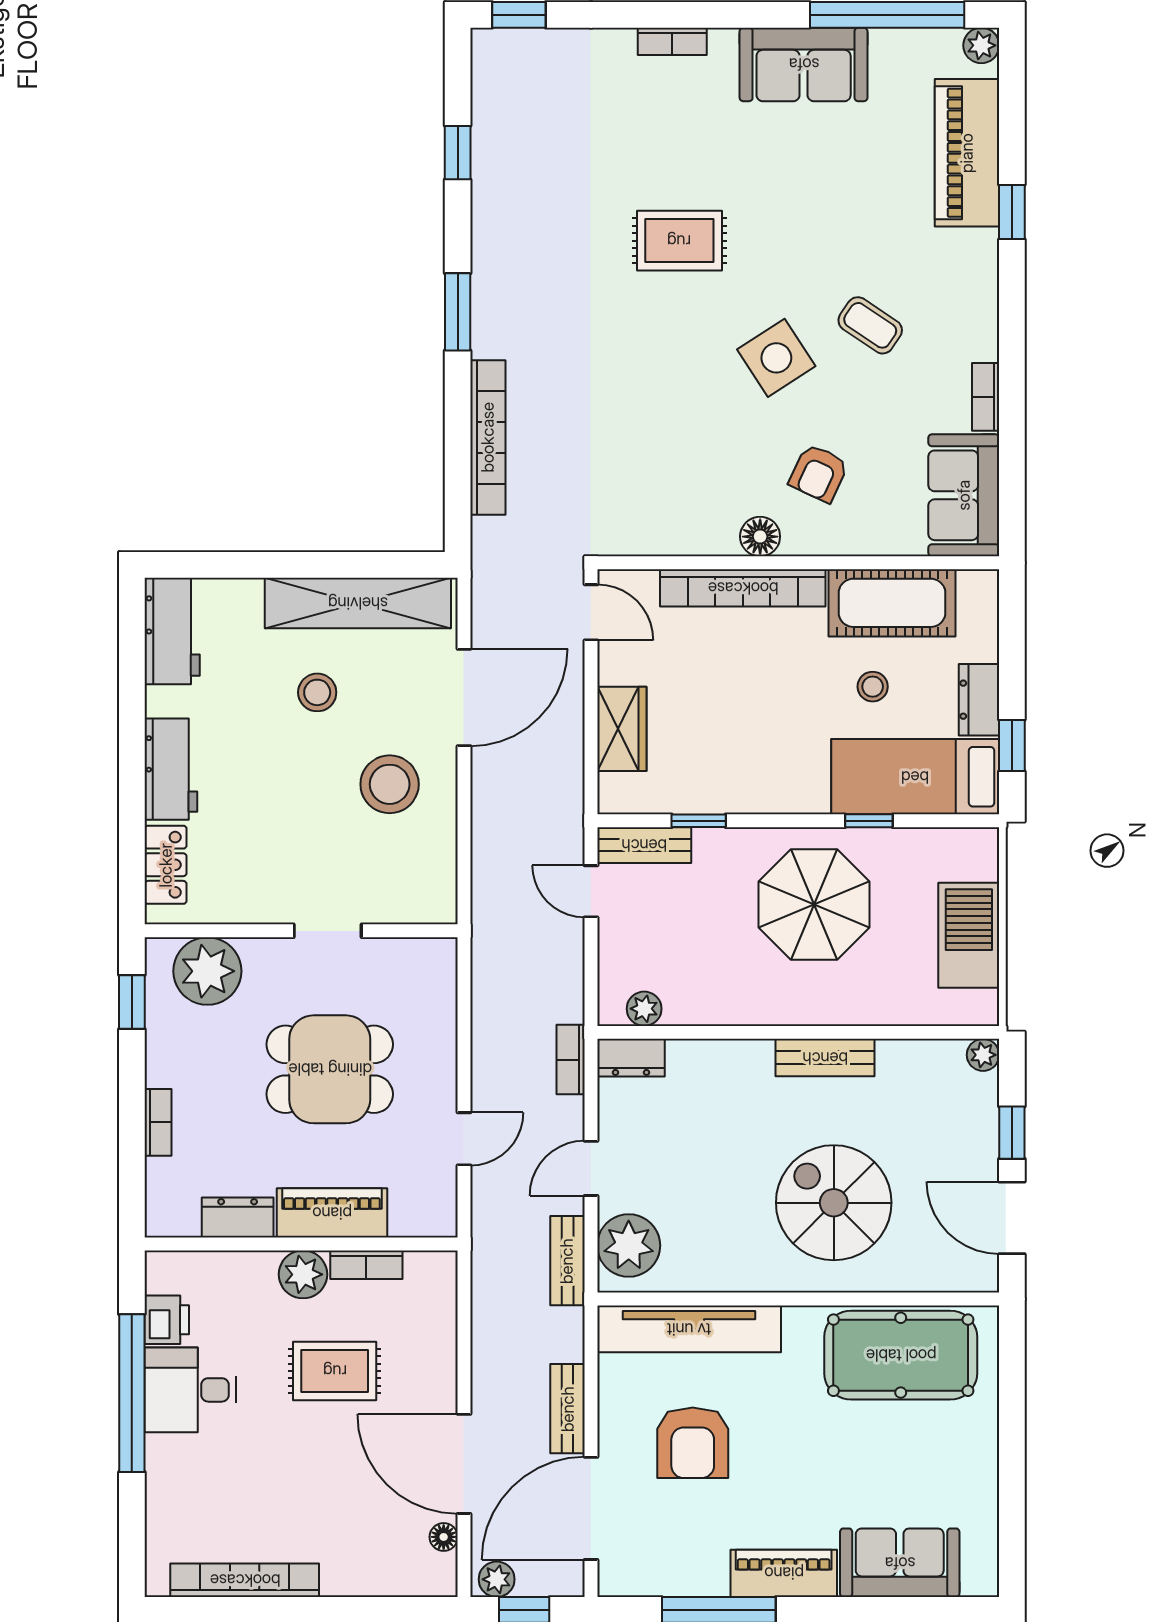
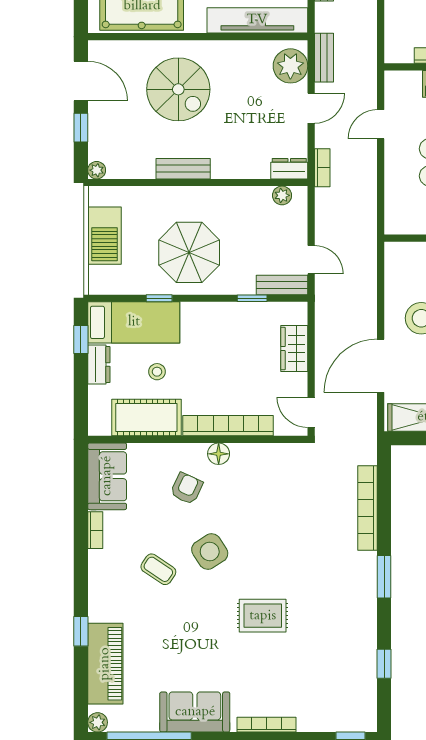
bookcase: (672, 41) -> (267, 725), width x1.56

